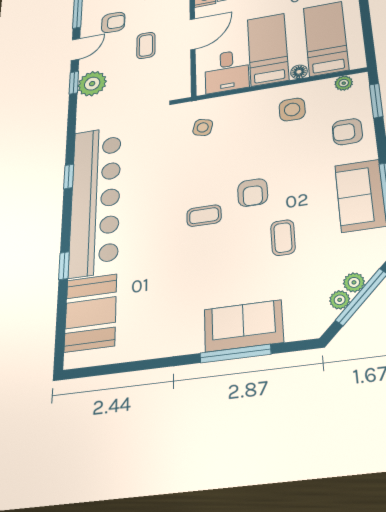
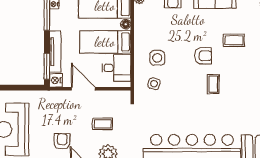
coffee table: (146, 45) -> (103, 124), moved
side table: (292, 109) -> (157, 58), moved

